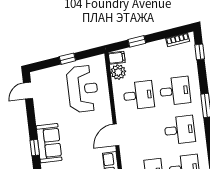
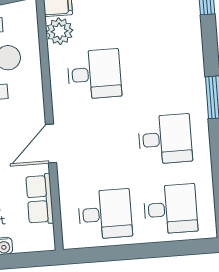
desk: (175, 91) -> (160, 69), removed

